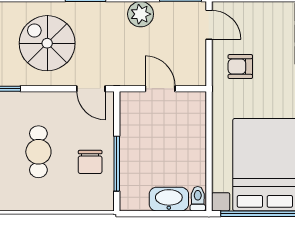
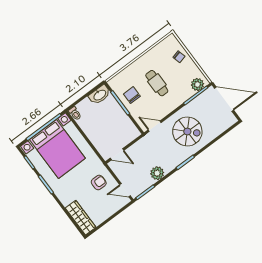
door: (160, 89) -> (117, 154), moved
washbasin: (169, 199) -> (100, 95), moved

